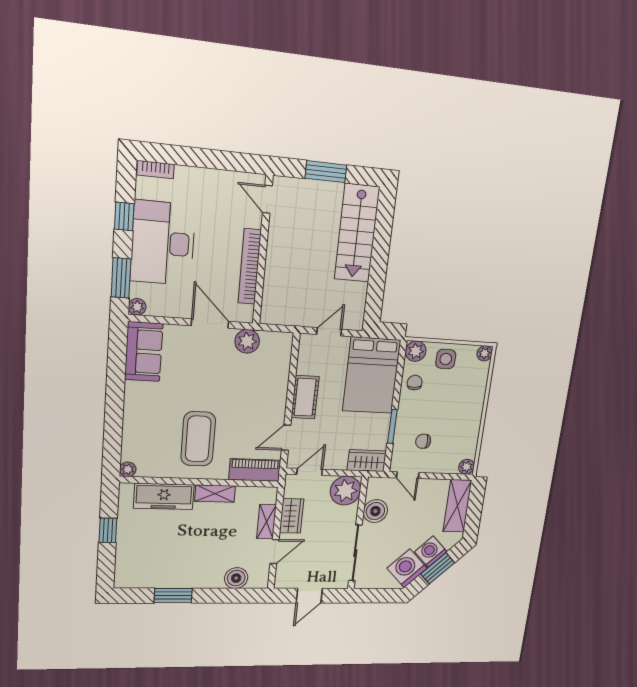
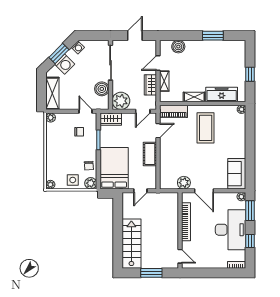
washing machine: (407, 568) -> (78, 47), width x0.53, depth x0.53

